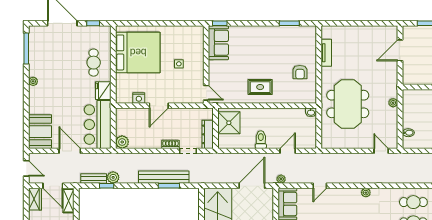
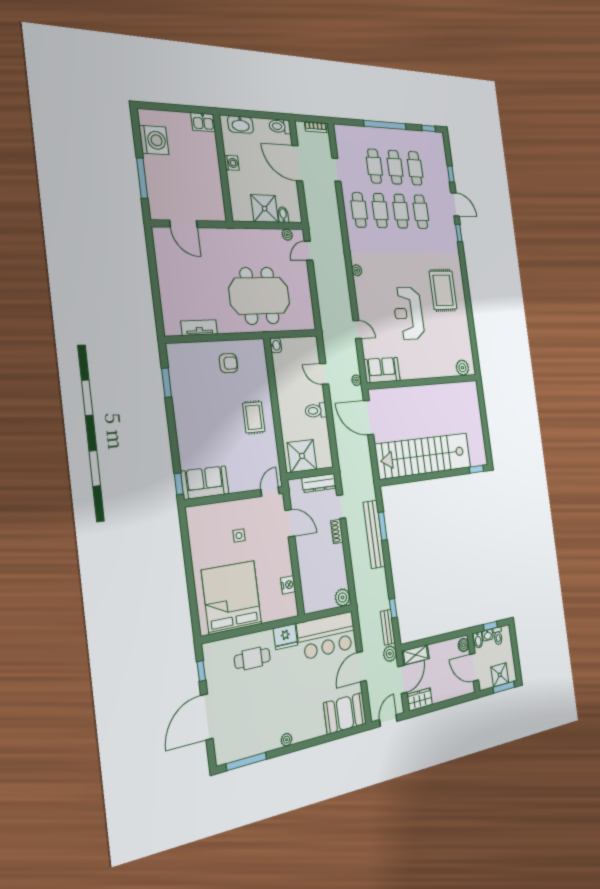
plant: (393, 103) -> (287, 235), moved
door: (159, 106) -> (290, 523), moved
shower: (413, 117) -> (265, 209), added
plant: (113, 177) -> (390, 654), moved

